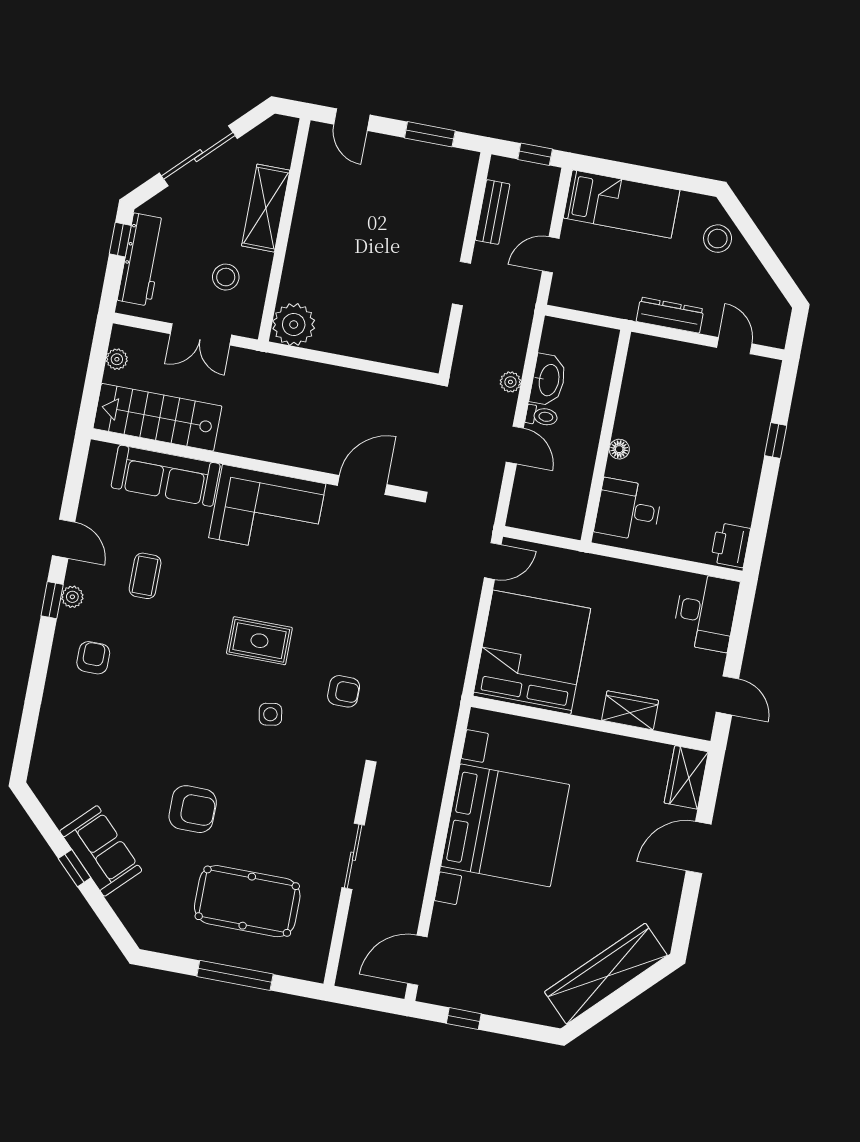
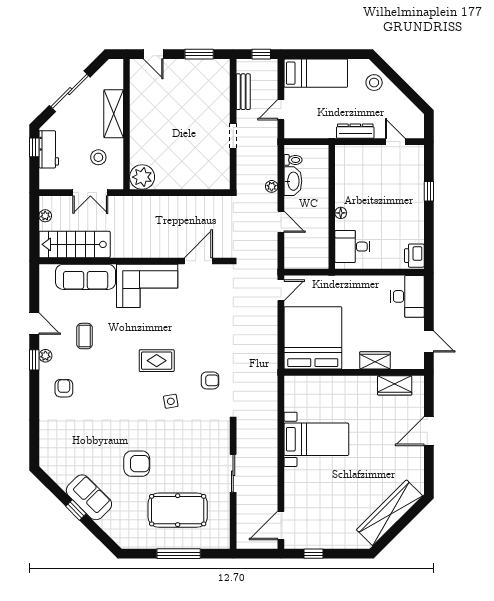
workbench: (142, 260) -> (49, 149), width x0.73
toilet: (542, 416) -> (293, 160), moved
wardrobe: (686, 777) -> (395, 385), moved, turned -90
bed with nightstands: (505, 825) -> (316, 439), width x0.54

